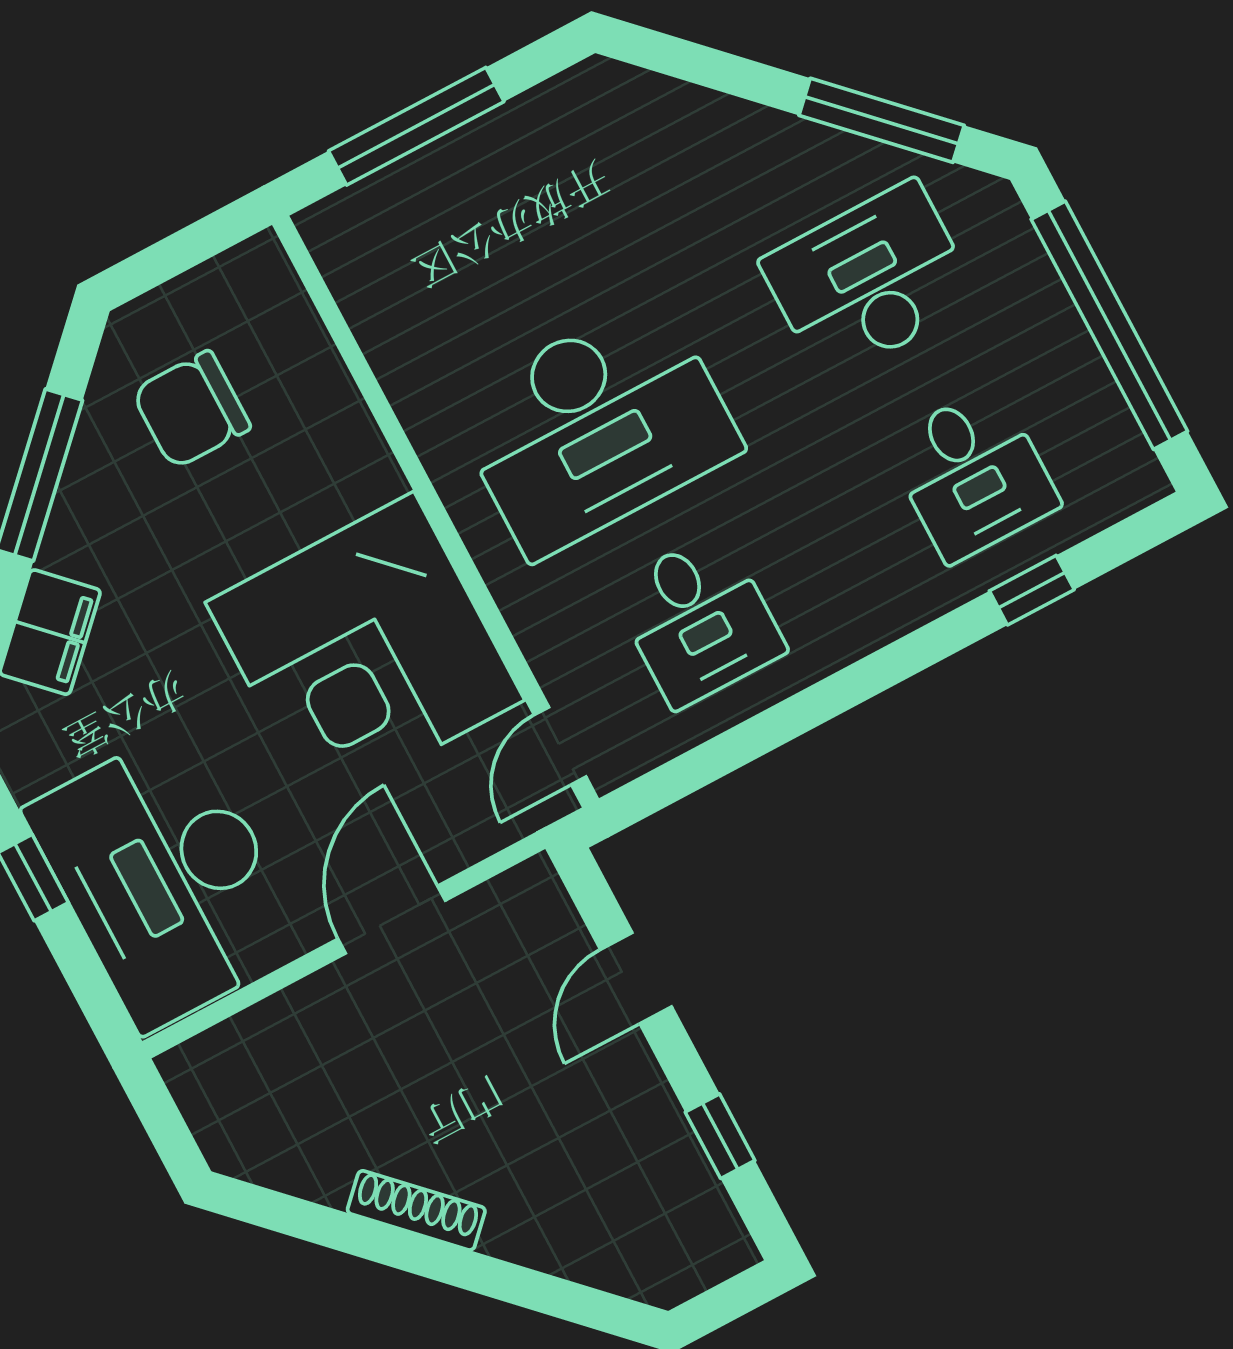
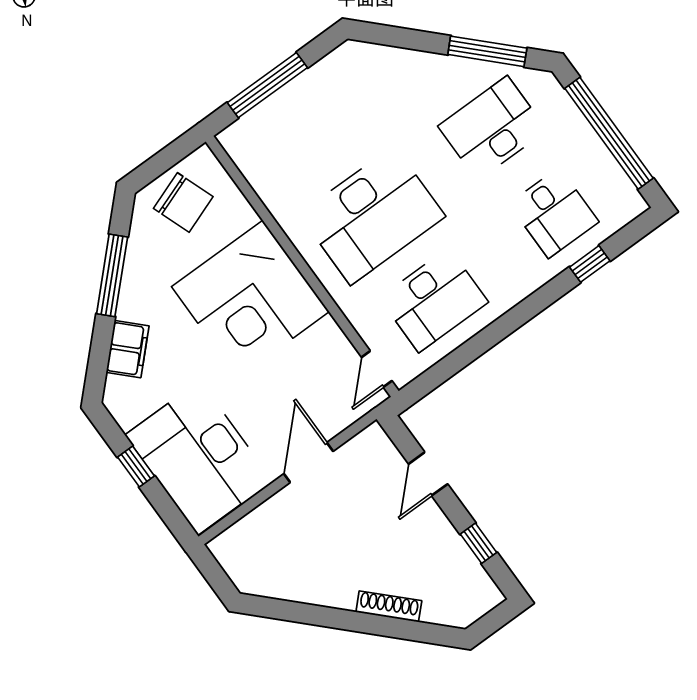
chair: (191, 410) -> (183, 202), moved, turned -110
desk: (698, 620) -> (434, 300), width x1.37
corner desk: (365, 651) -> (250, 299), moved
shoe rack: (416, 1210) -> (389, 606), moved

